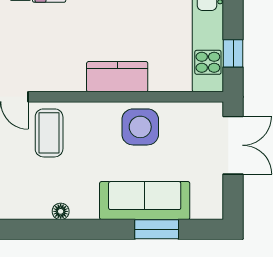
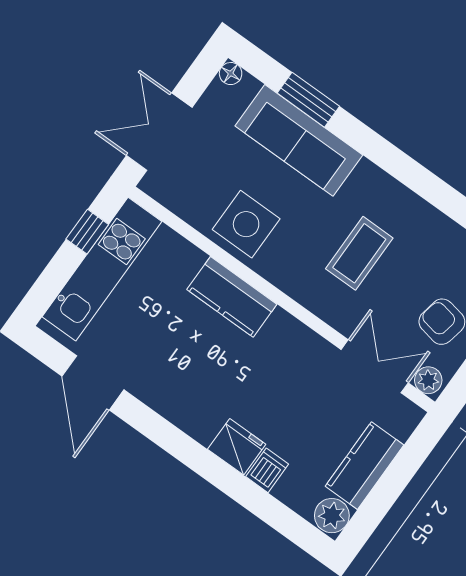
coffee table: (49, 133) -> (359, 253), moved
floor lamp: (61, 211) -> (231, 74), moved

